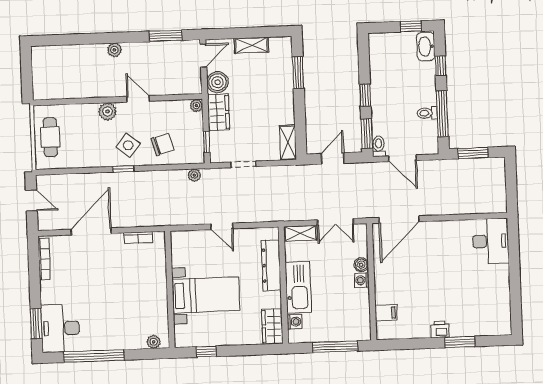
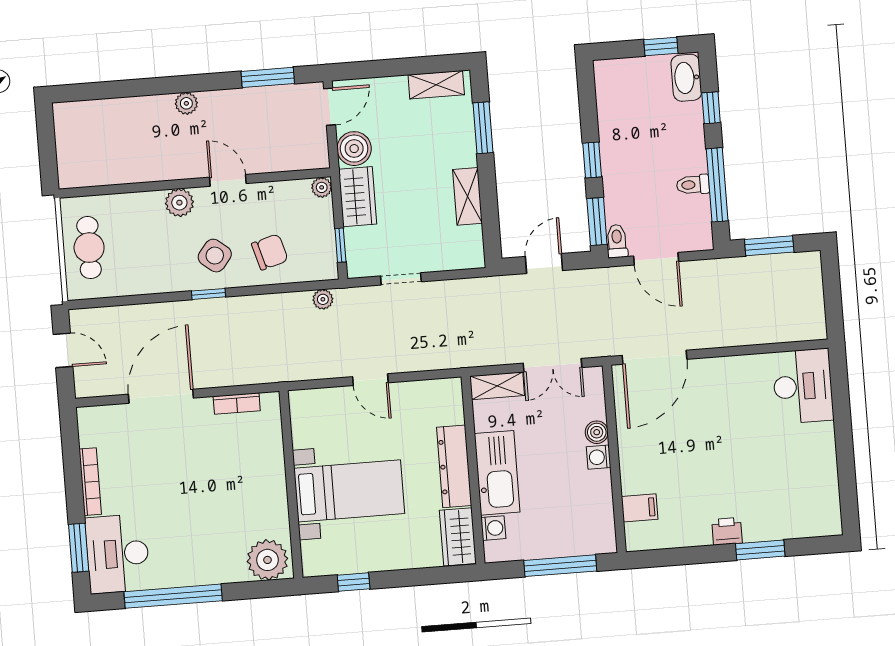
shelving: (251, 45) -> (436, 85), moved
shelving: (288, 143) -> (467, 196), moved
bookcase: (44, 259) -> (90, 482), moved
dresser: (271, 265) -> (454, 466), moved
plant: (154, 342) -> (267, 560), width x1.88, depth x1.88

